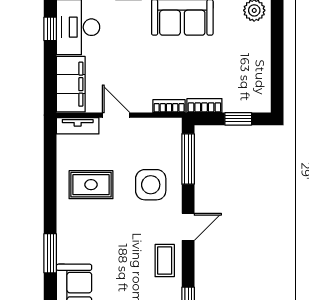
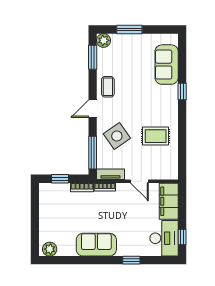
tv unit: (78, 126) -> (110, 174), moved
side table: (151, 185) -> (117, 136), turned -35
window: (50, 253) -> (182, 92), width x0.67

